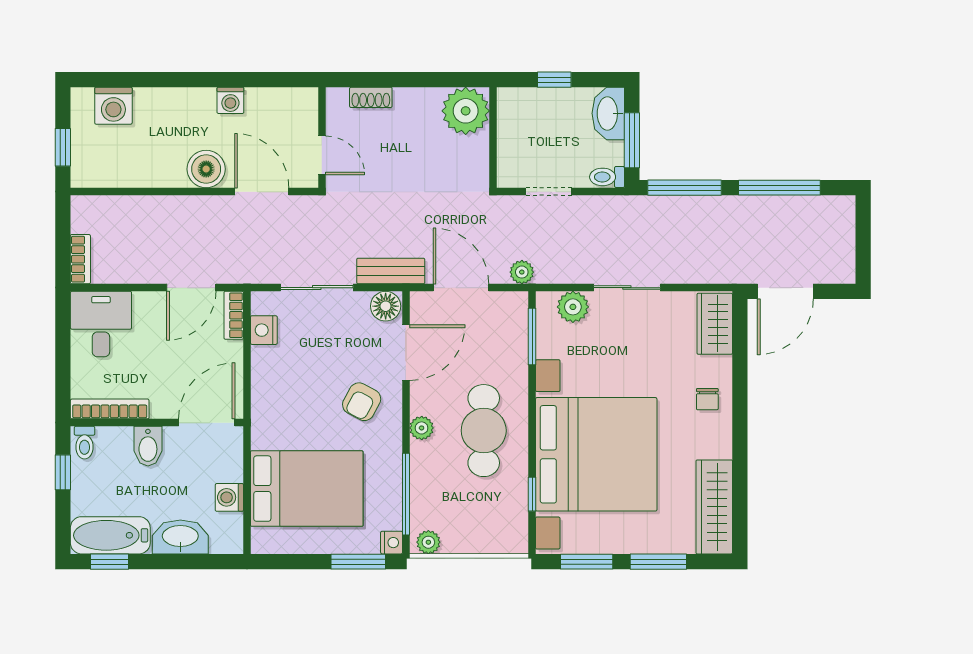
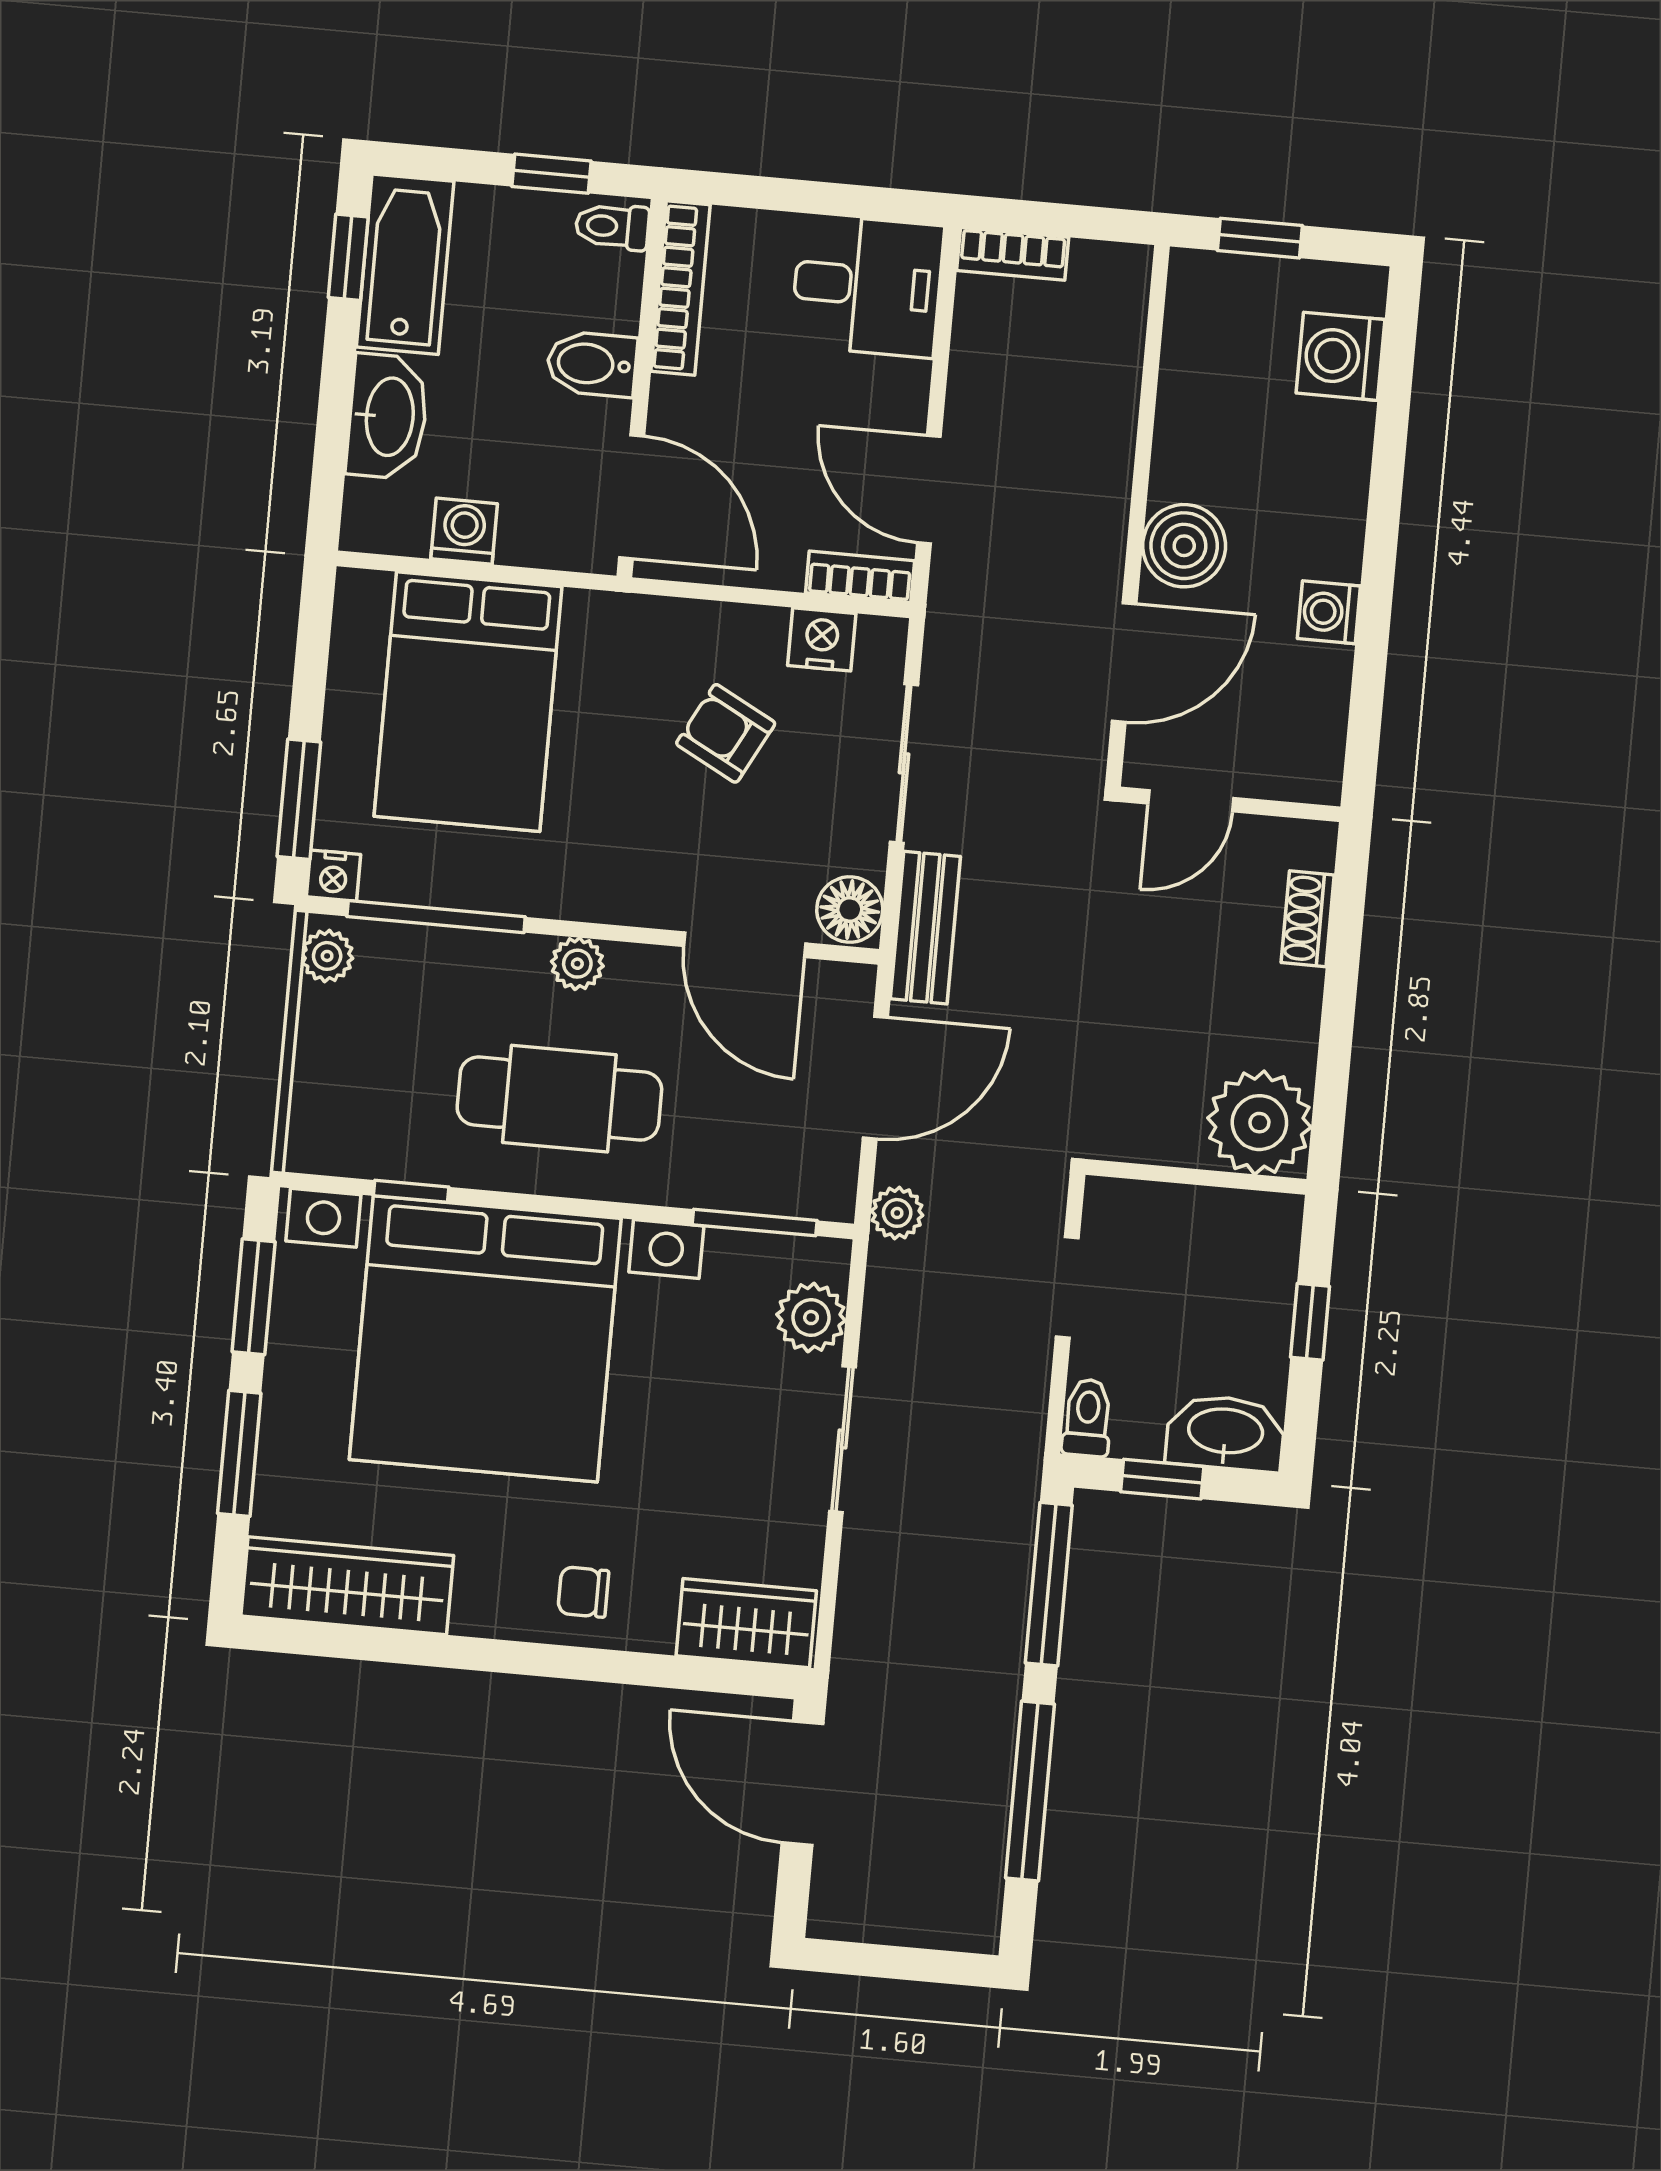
window: (632, 140) -> (1162, 1479), width x0.67
armchair: (362, 402) -> (726, 733), moved

